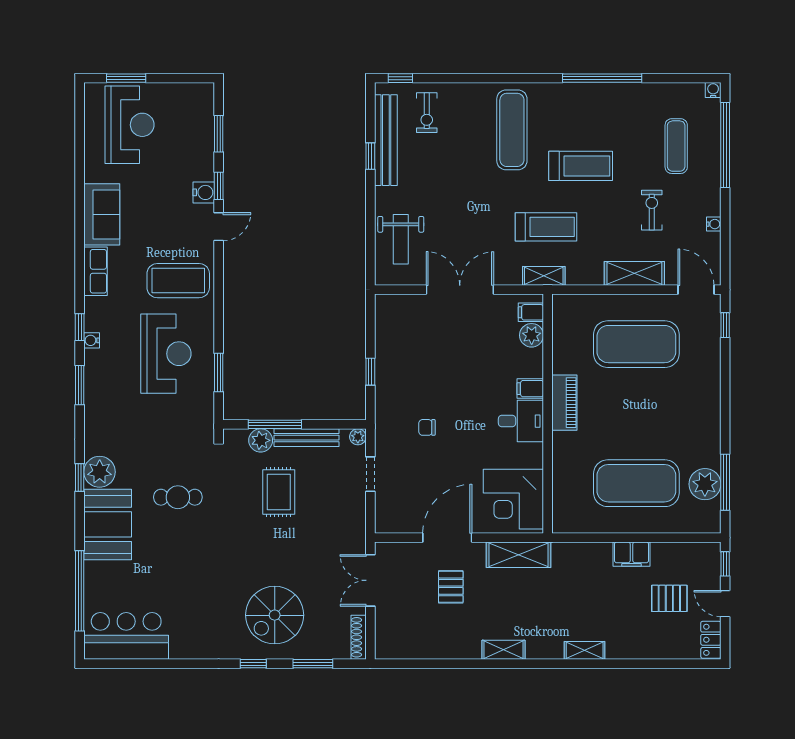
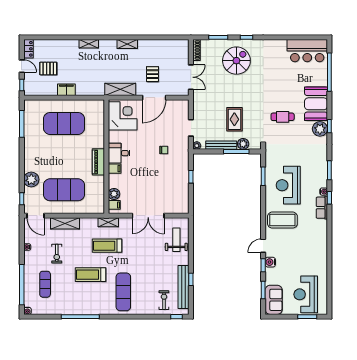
sofa: (102, 214) -> (274, 300), moved, turned 180
row of seats: (96, 271) -> (322, 208), moved
plant: (705, 484) -> (31, 179), moved

